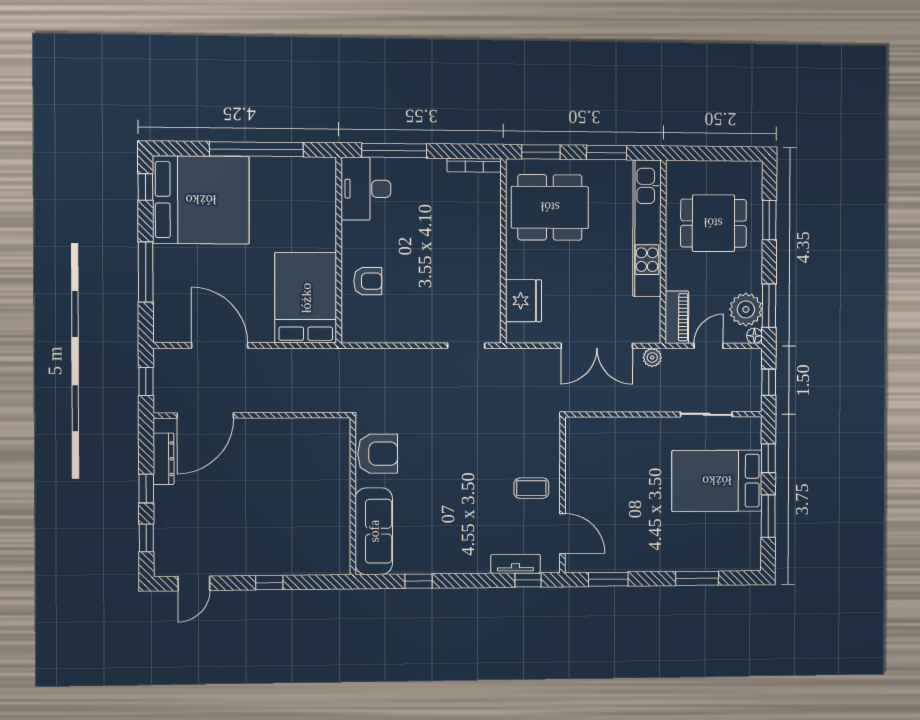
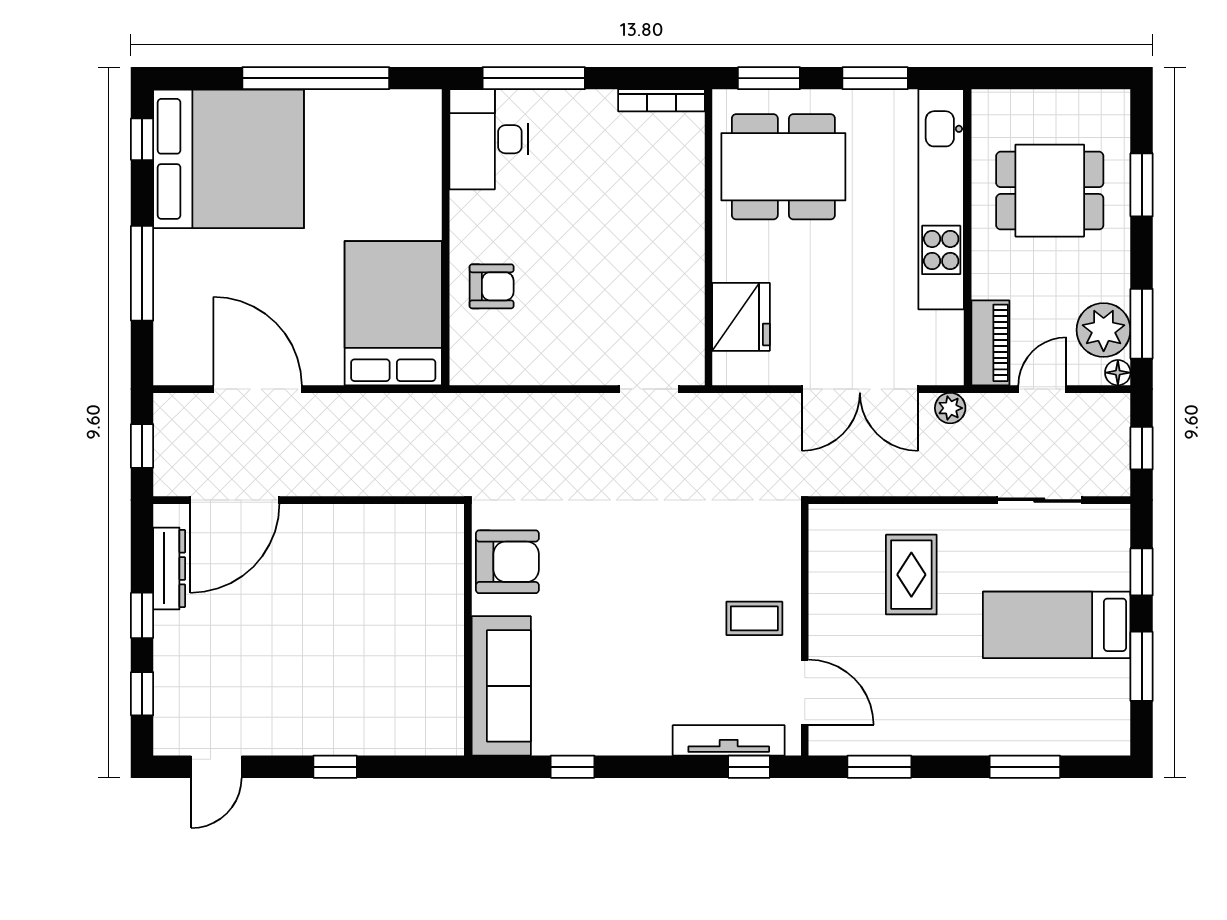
rug: (628, 461) -> (911, 575), added
bed: (717, 481) -> (1057, 625), width x0.67
tv unit: (515, 564) -> (729, 740), width x1.41

